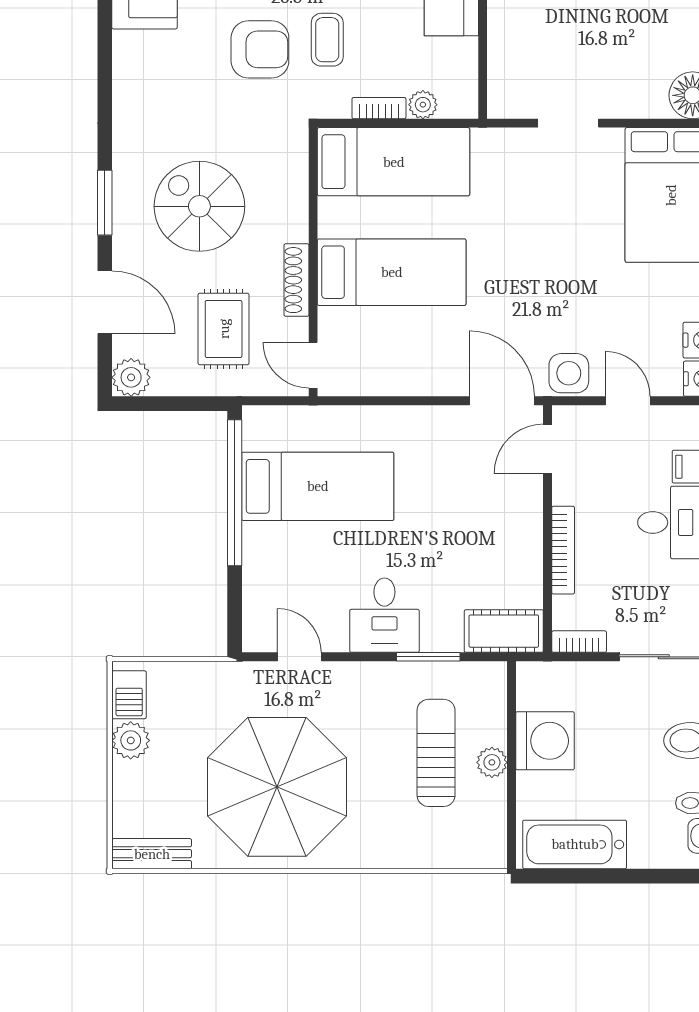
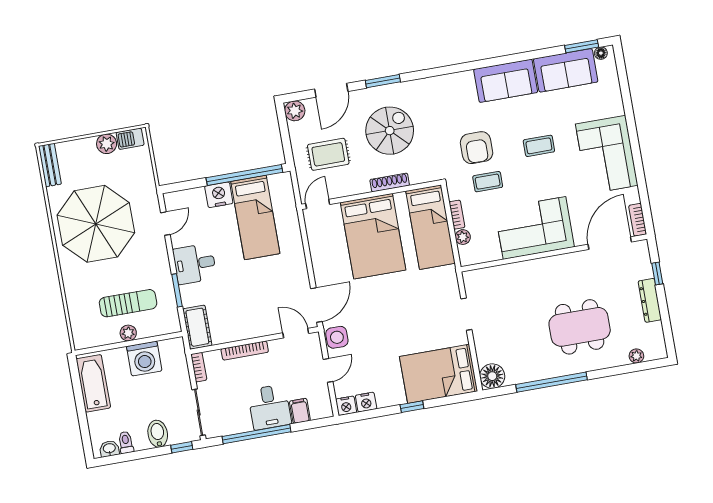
bed: (392, 272) -> (373, 236), width x1.50
shoe rack: (296, 280) -> (390, 182), moved
nightstand: (263, 547) -> (219, 195), added

